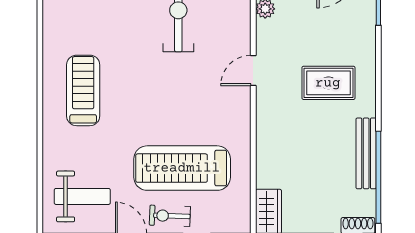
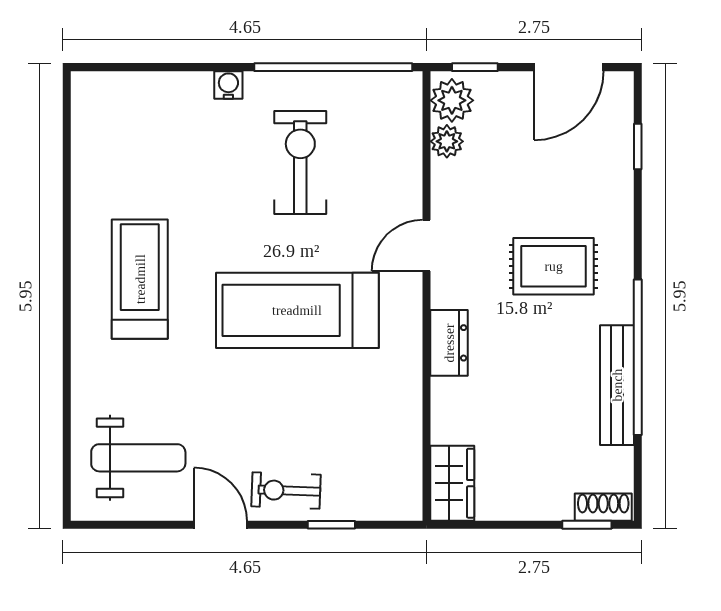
dresser: (267, 128) -> (449, 343), added
treadmill: (182, 168) -> (297, 310), moved
window: (378, 177) -> (638, 357), moved

